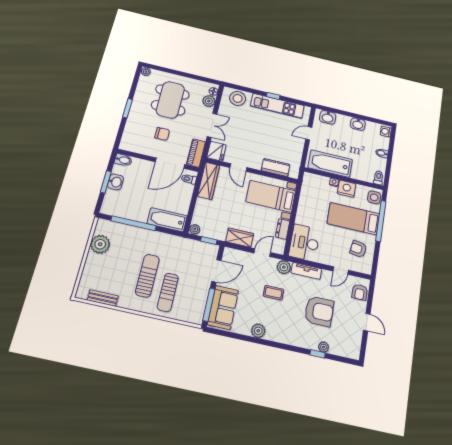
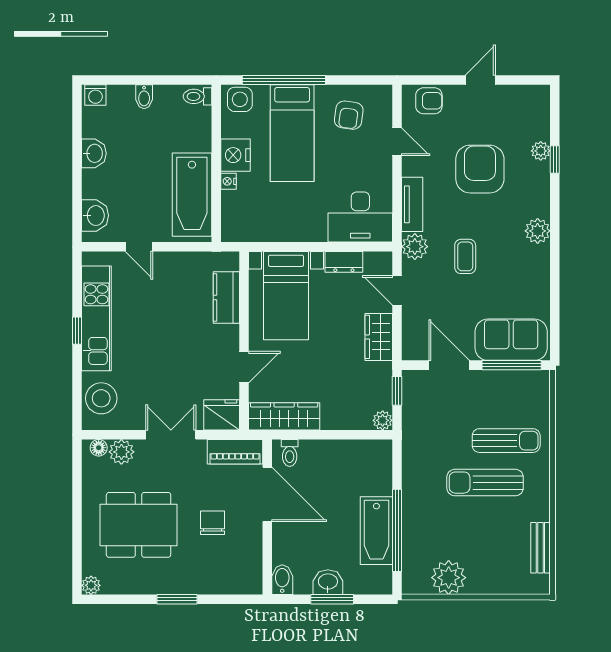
bathtub: (167, 220) -> (376, 531), moved
plant: (258, 331) -> (538, 231), moved

